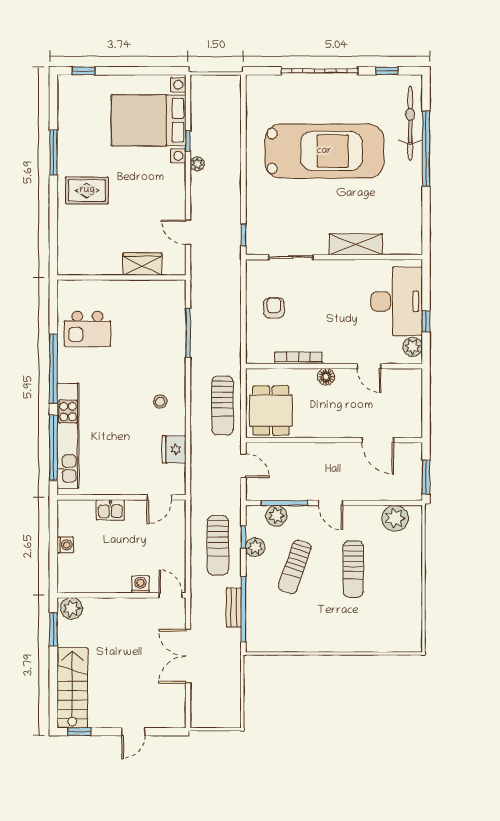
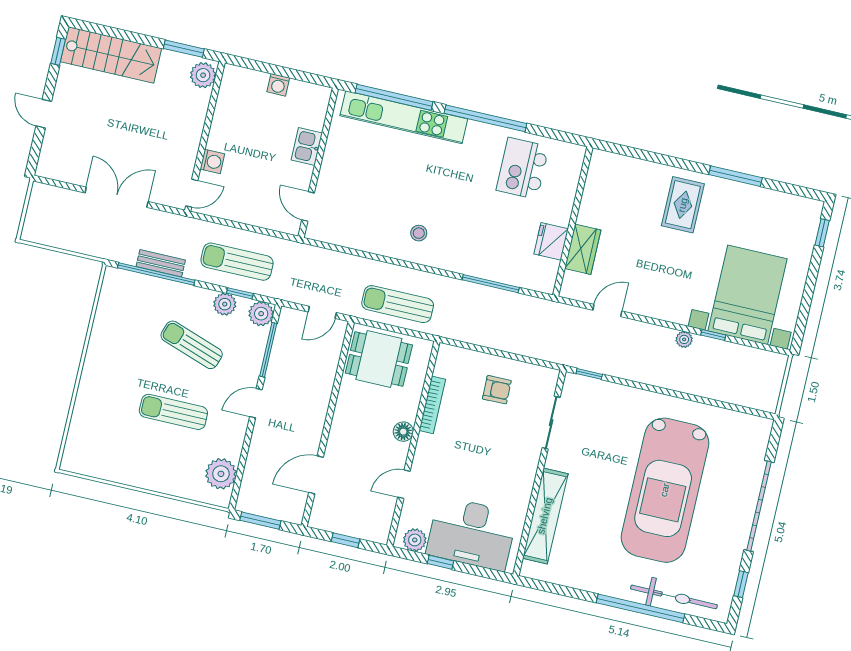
shelving: (356, 244) -> (545, 516), width x1.47
window: (426, 404) -> (346, 540), added
fridge: (174, 449) -> (551, 241), moved, turned -90
plant: (276, 516) -> (261, 314), moved

